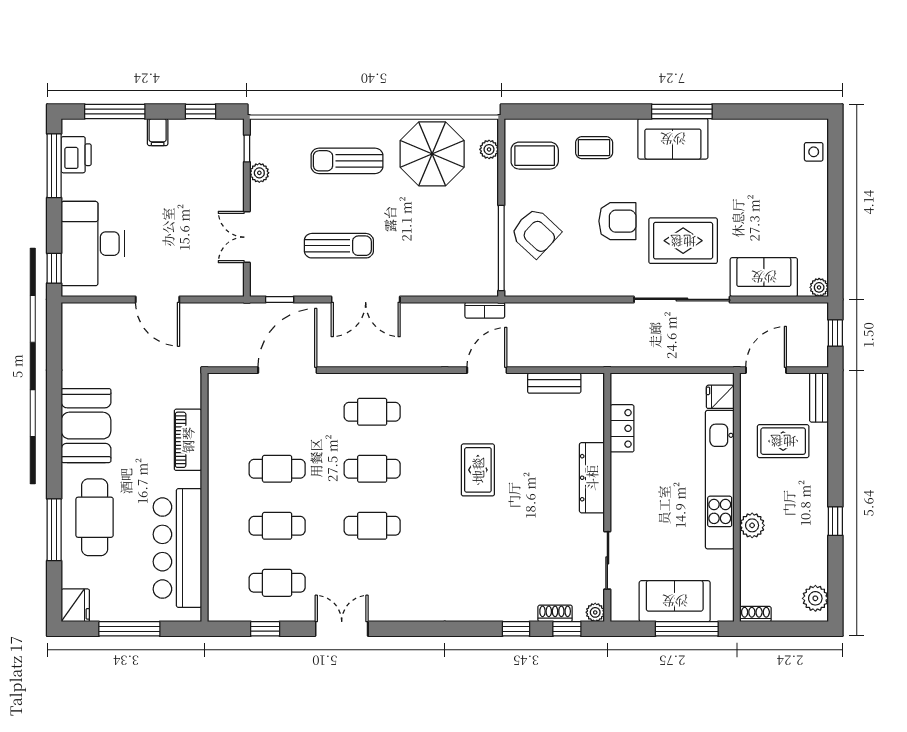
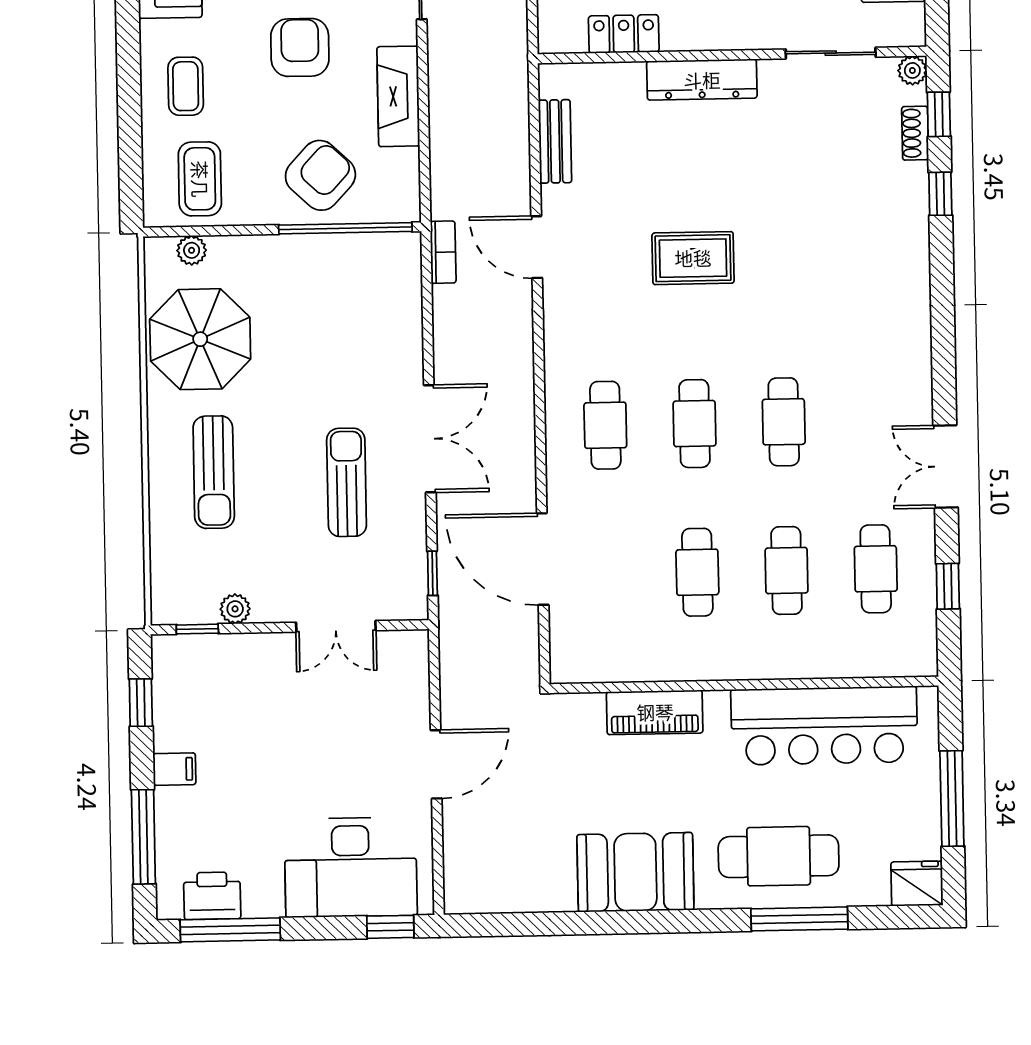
fireplace: (585, 283) -> (398, 96), added

